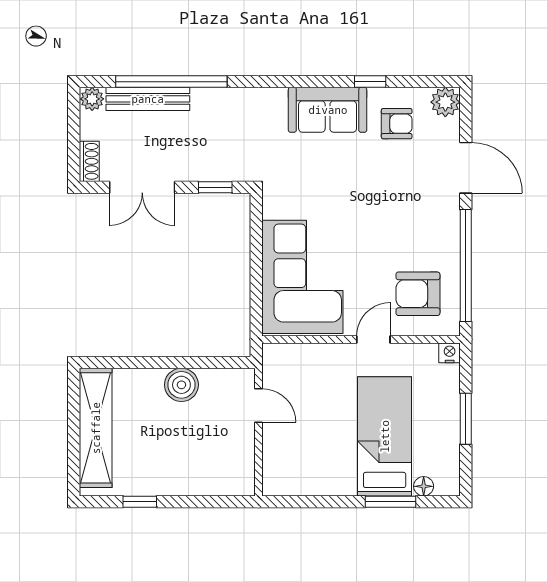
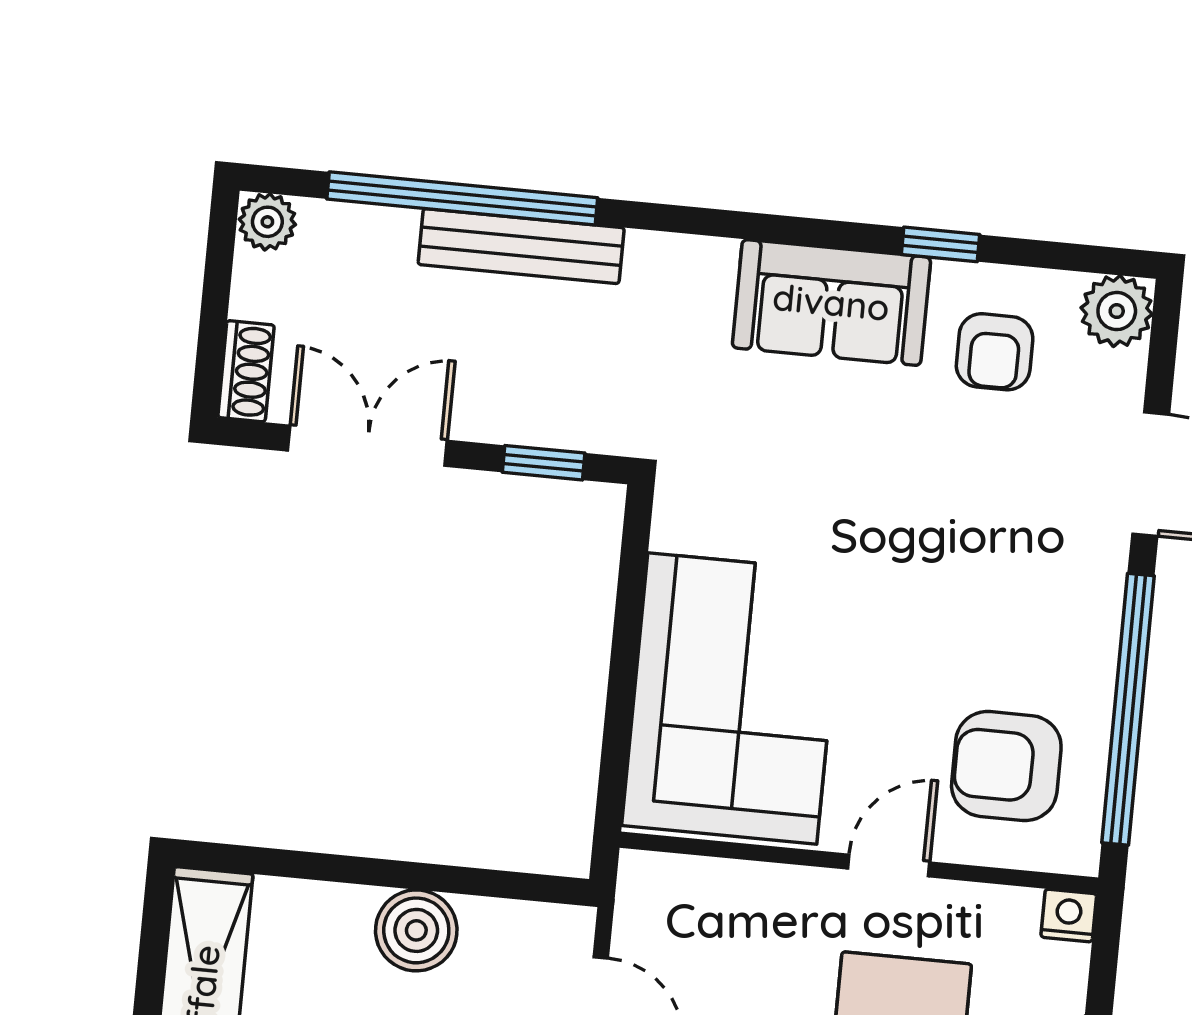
bench: (148, 99) -> (521, 246), moved
armchair: (397, 124) -> (995, 352), turned 90
double door: (142, 187) -> (367, 446), swing flipped

